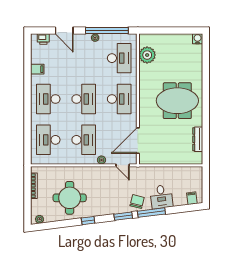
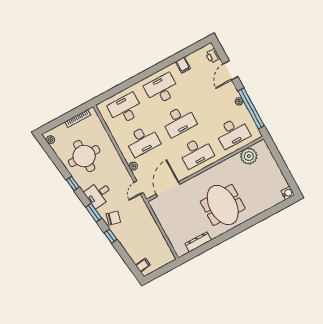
door: (138, 141) -> (168, 189), hinge flipped
desk: (161, 197) -> (99, 194), moved
window: (151, 213) -> (111, 236), width x0.46

